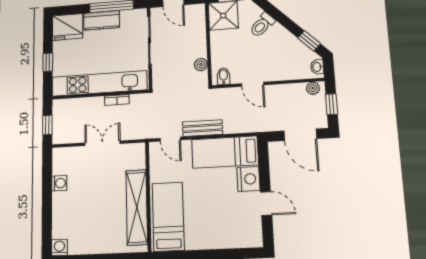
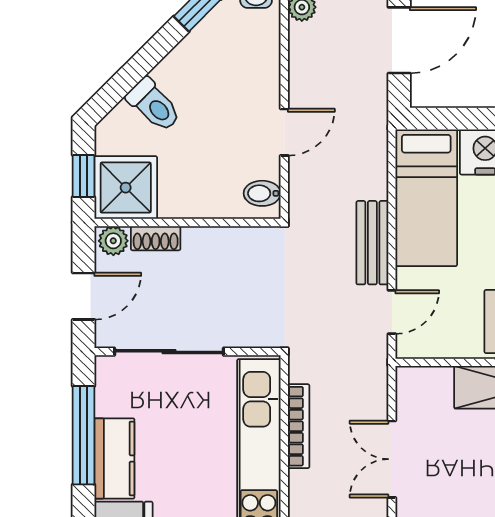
shoe rack: (201, 30) -> (156, 238), added
plant: (201, 65) -> (113, 241), moved
bookcase: (117, 100) -> (299, 426), width x1.56

